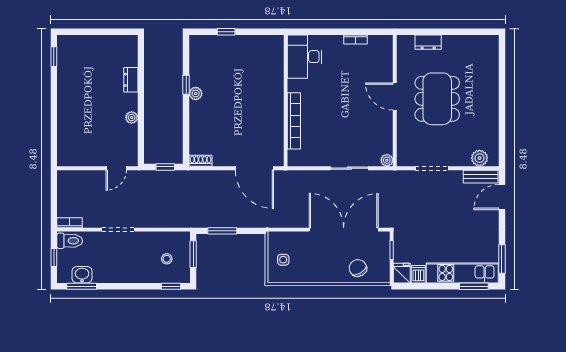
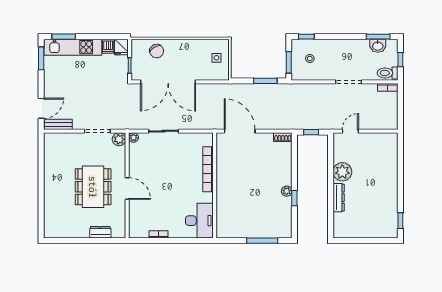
window: (226, 32) -> (262, 241), width x2.17
dresser: (131, 80) -> (339, 198), width x1.44
plant: (132, 117) -> (342, 172), width x1.88, depth x1.88
plant: (479, 158) -> (119, 139), moved

